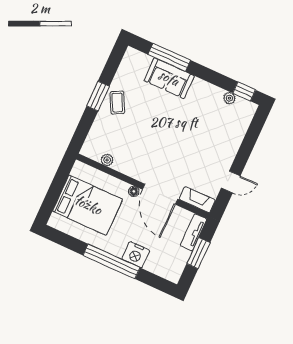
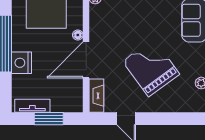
grand piano: (194, 138) -> (151, 68), added
tv unit: (194, 232) -> (32, 106), moved

